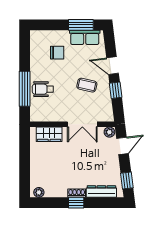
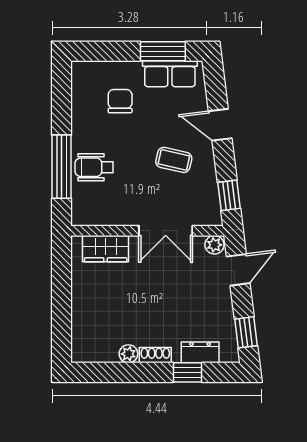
chair: (57, 53) -> (120, 101), turned -90
window: (116, 90) -> (229, 195), moved
plant: (39, 192) -> (128, 354), moved
dresser: (101, 192) -> (200, 352), width x0.70
window: (76, 203) -> (187, 372), moved

